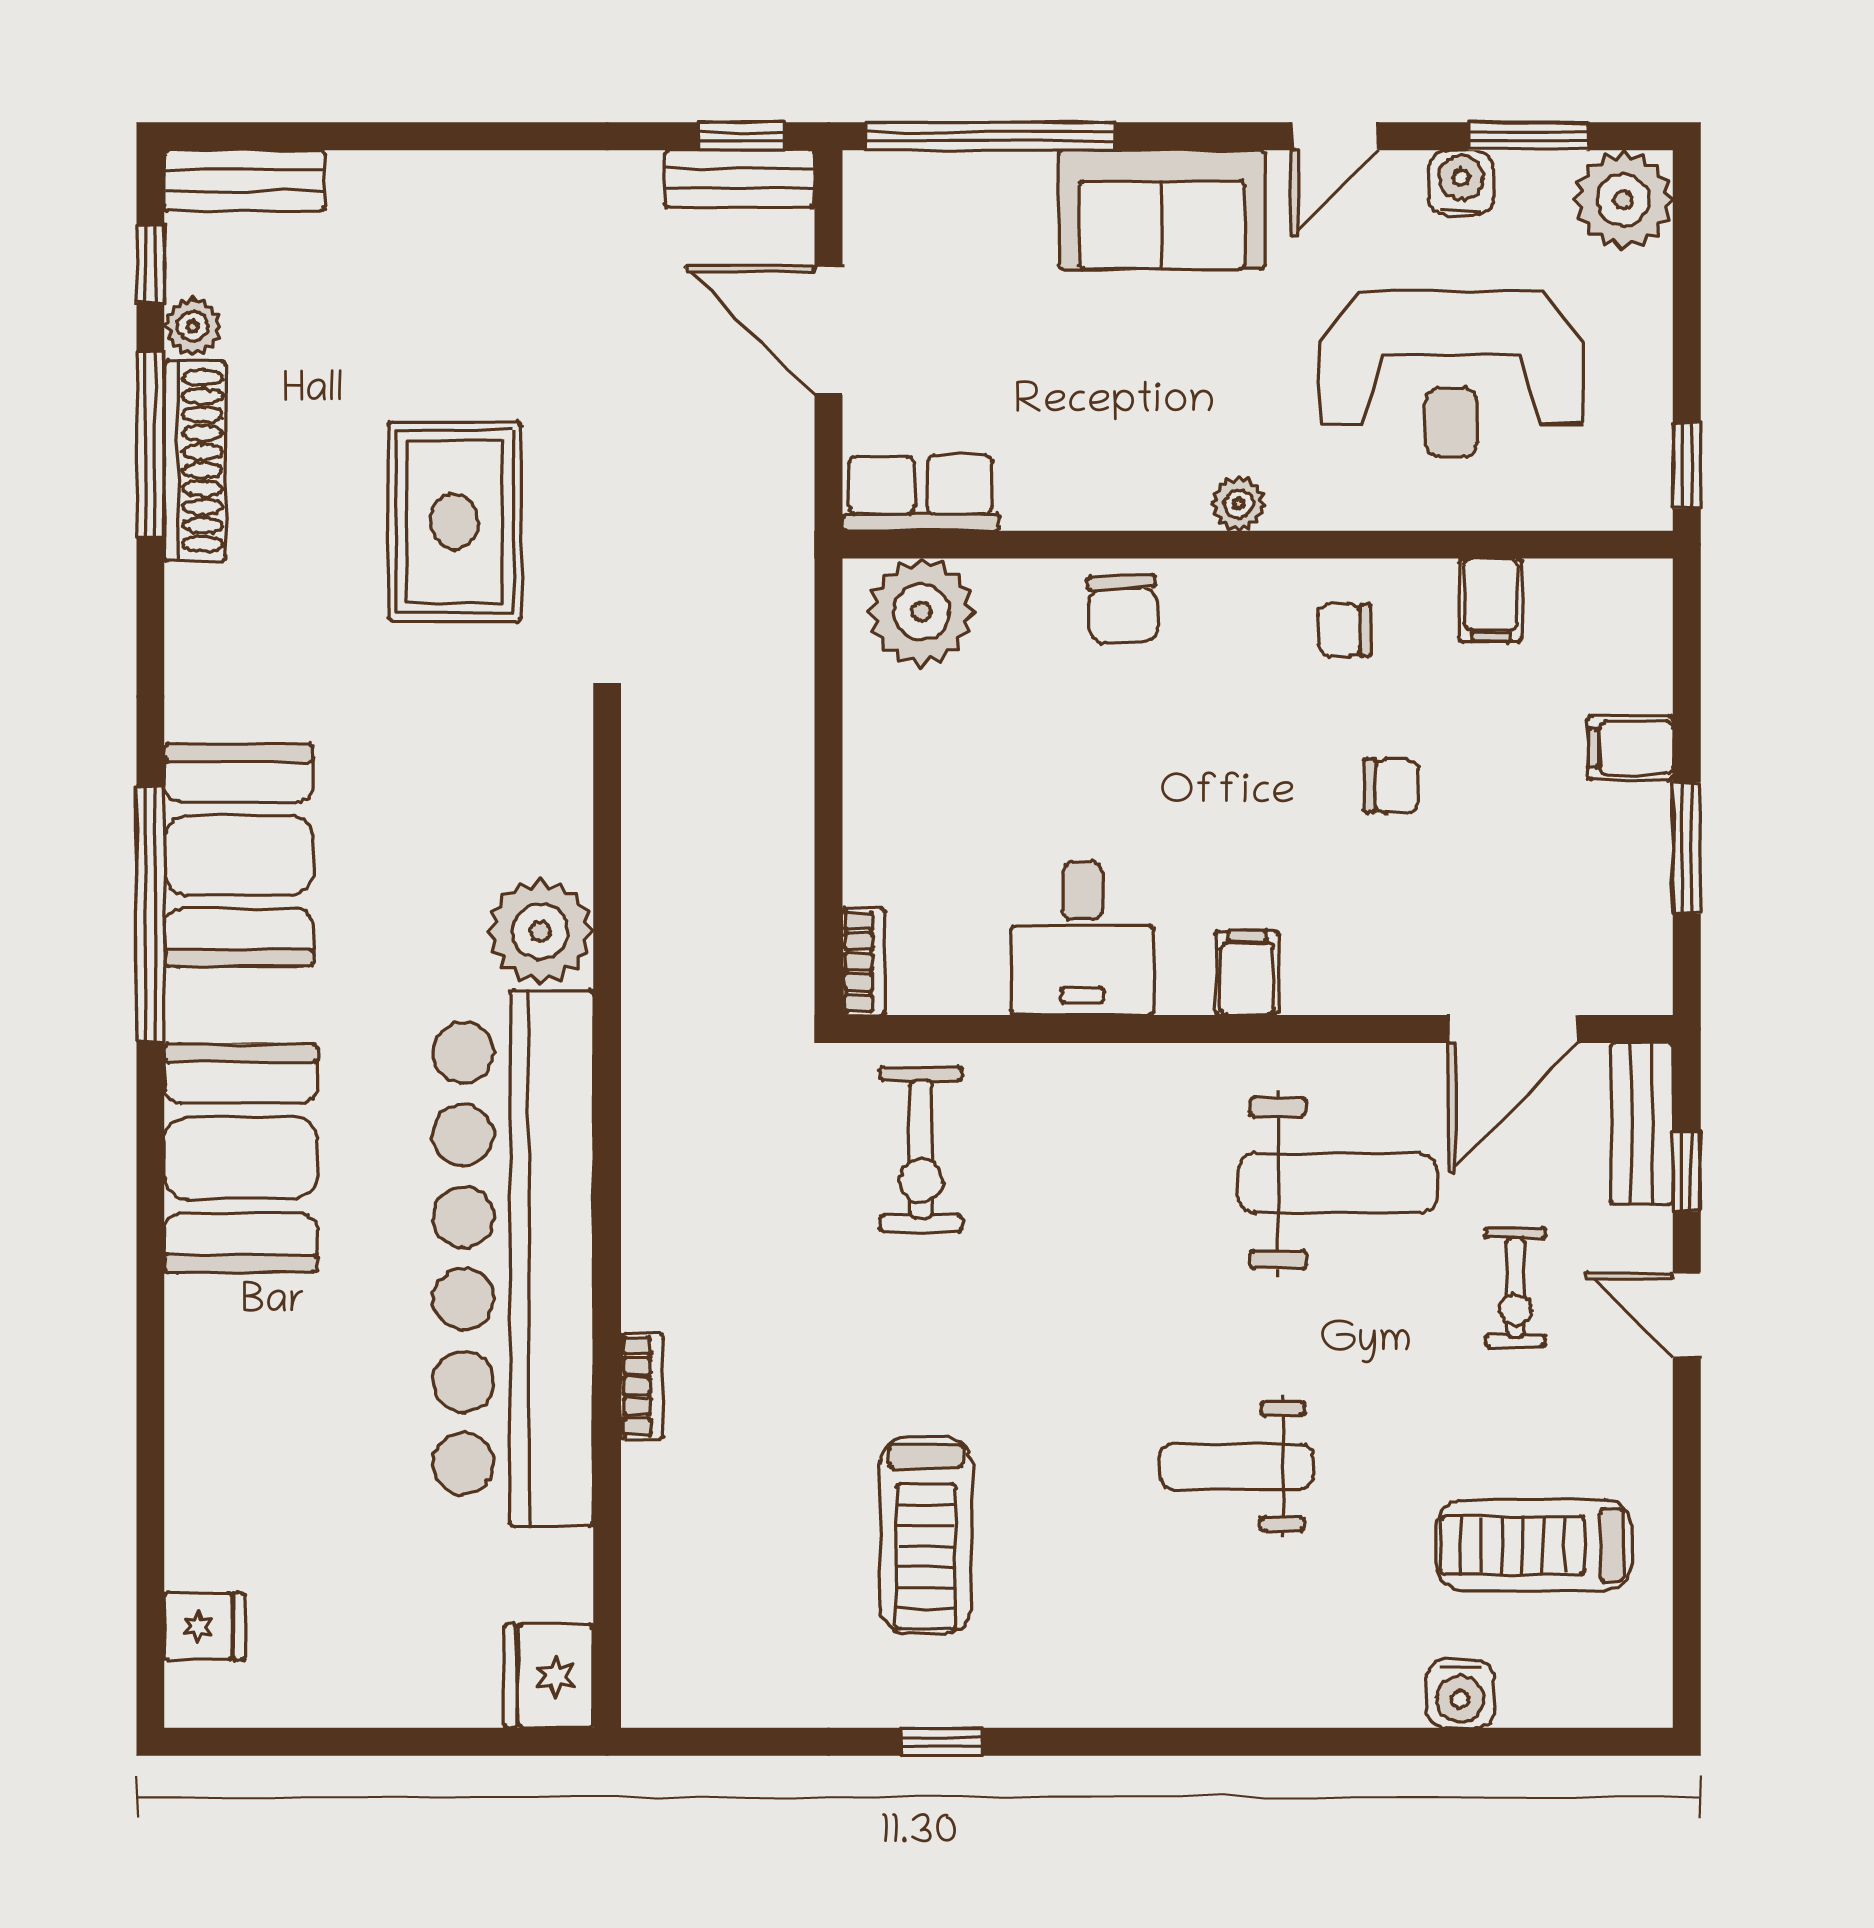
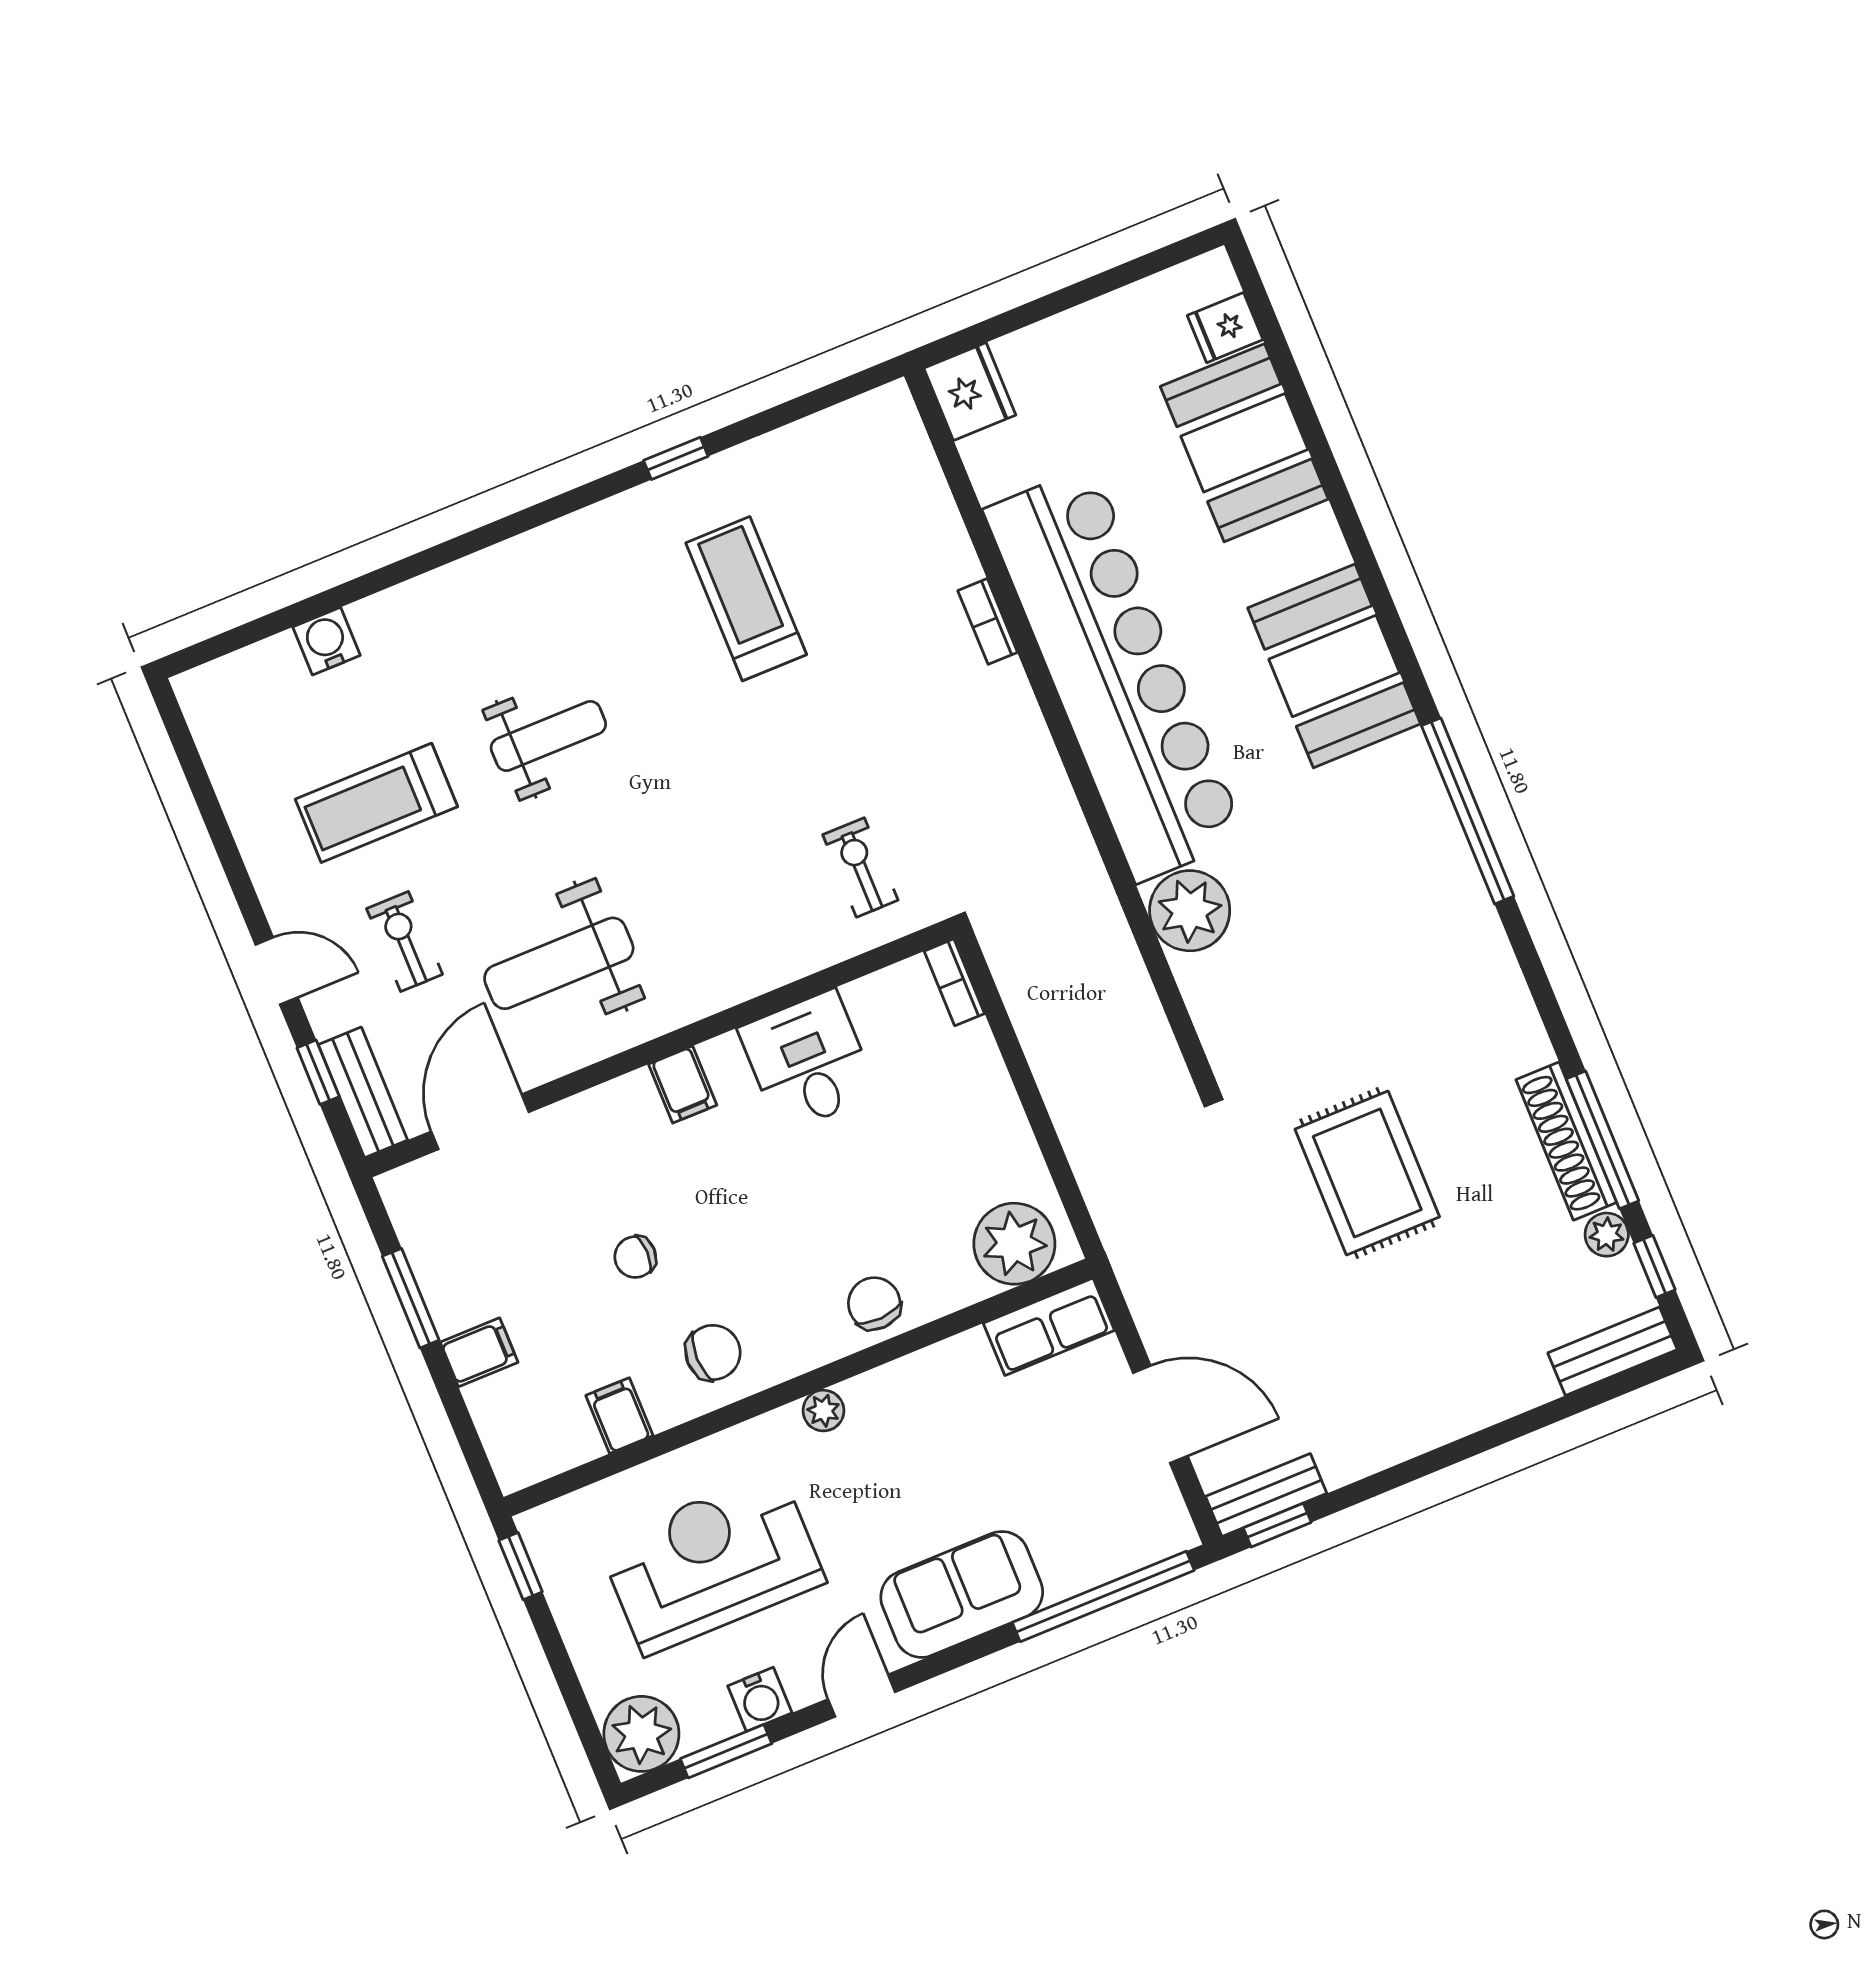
chair: (1344, 630) -> (713, 1352), width x1.37, depth x1.37
booth: (239, 855) -> (1244, 443), moved
exercise bike: (921, 1149) -> (860, 867), width x0.73, depth x0.72
treadmill: (1534, 1545) -> (376, 803), moved, turned 180

